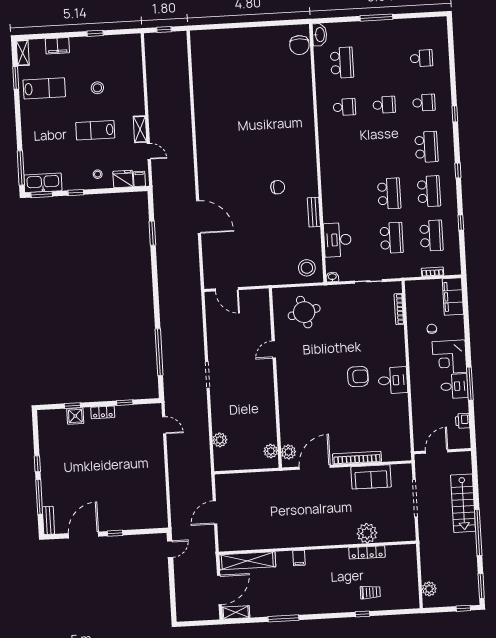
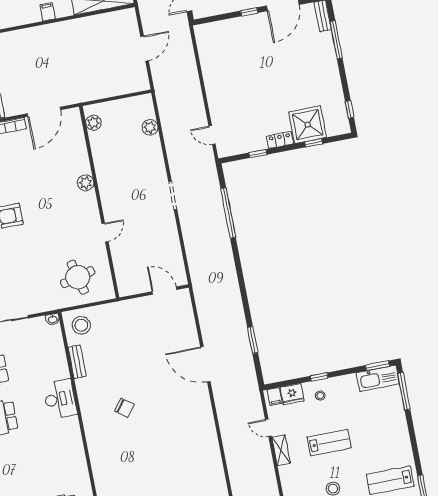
chair: (278, 187) -> (124, 408), turned -143
window: (76, 193) -> (319, 377), moved
bench: (314, 212) -> (77, 362), moved
desk: (337, 240) -> (60, 399), moved
shower: (75, 416) -> (308, 125), width x1.86, depth x1.86
plant: (288, 452) -> (86, 183), moved
window: (37, 464) -> (350, 109), moved

